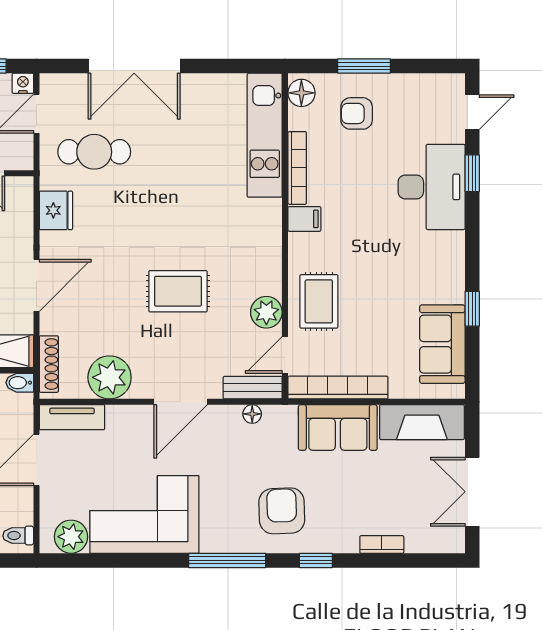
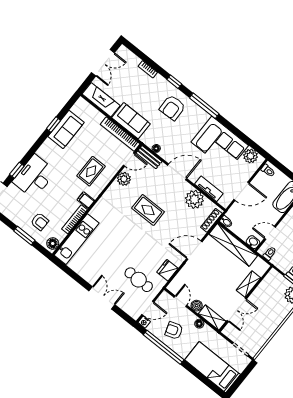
double door: (134, 66) -> (102, 298), width x0.73
rug: (319, 301) -> (91, 171), moved
sofa: (442, 344) -> (66, 129), moved
tv unit: (72, 417) -> (209, 189), moved

